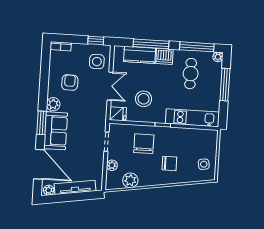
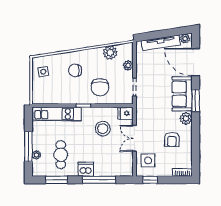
window: (197, 47) -> (57, 180), width x0.69
kitchen counter: (140, 55) -> (109, 169), removed
plant: (218, 57) -> (36, 155), moved

